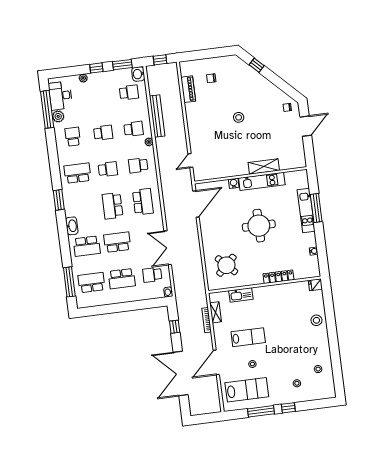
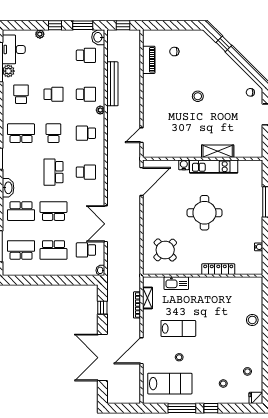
school desk: (108, 169) -> (53, 133), turned -90
school desk: (143, 202) -> (86, 172), width x0.54
kitchen unit: (306, 211) -> (256, 203), removed
fridge: (315, 285) -> (256, 398), moved

